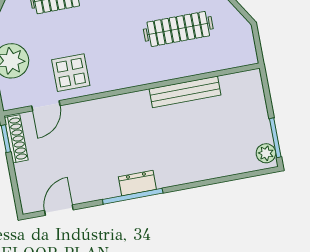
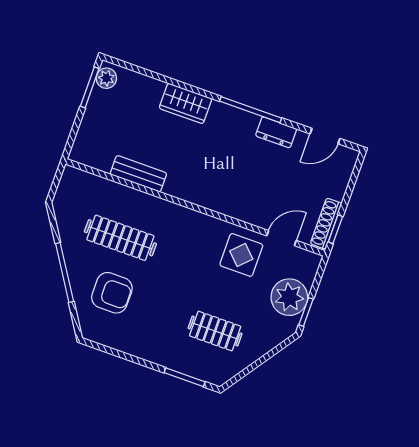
bench: (185, 92) -> (138, 174), width x0.73
wardrobe: (189, 170) -> (185, 103), added
dresser: (137, 183) -> (276, 132), moved

